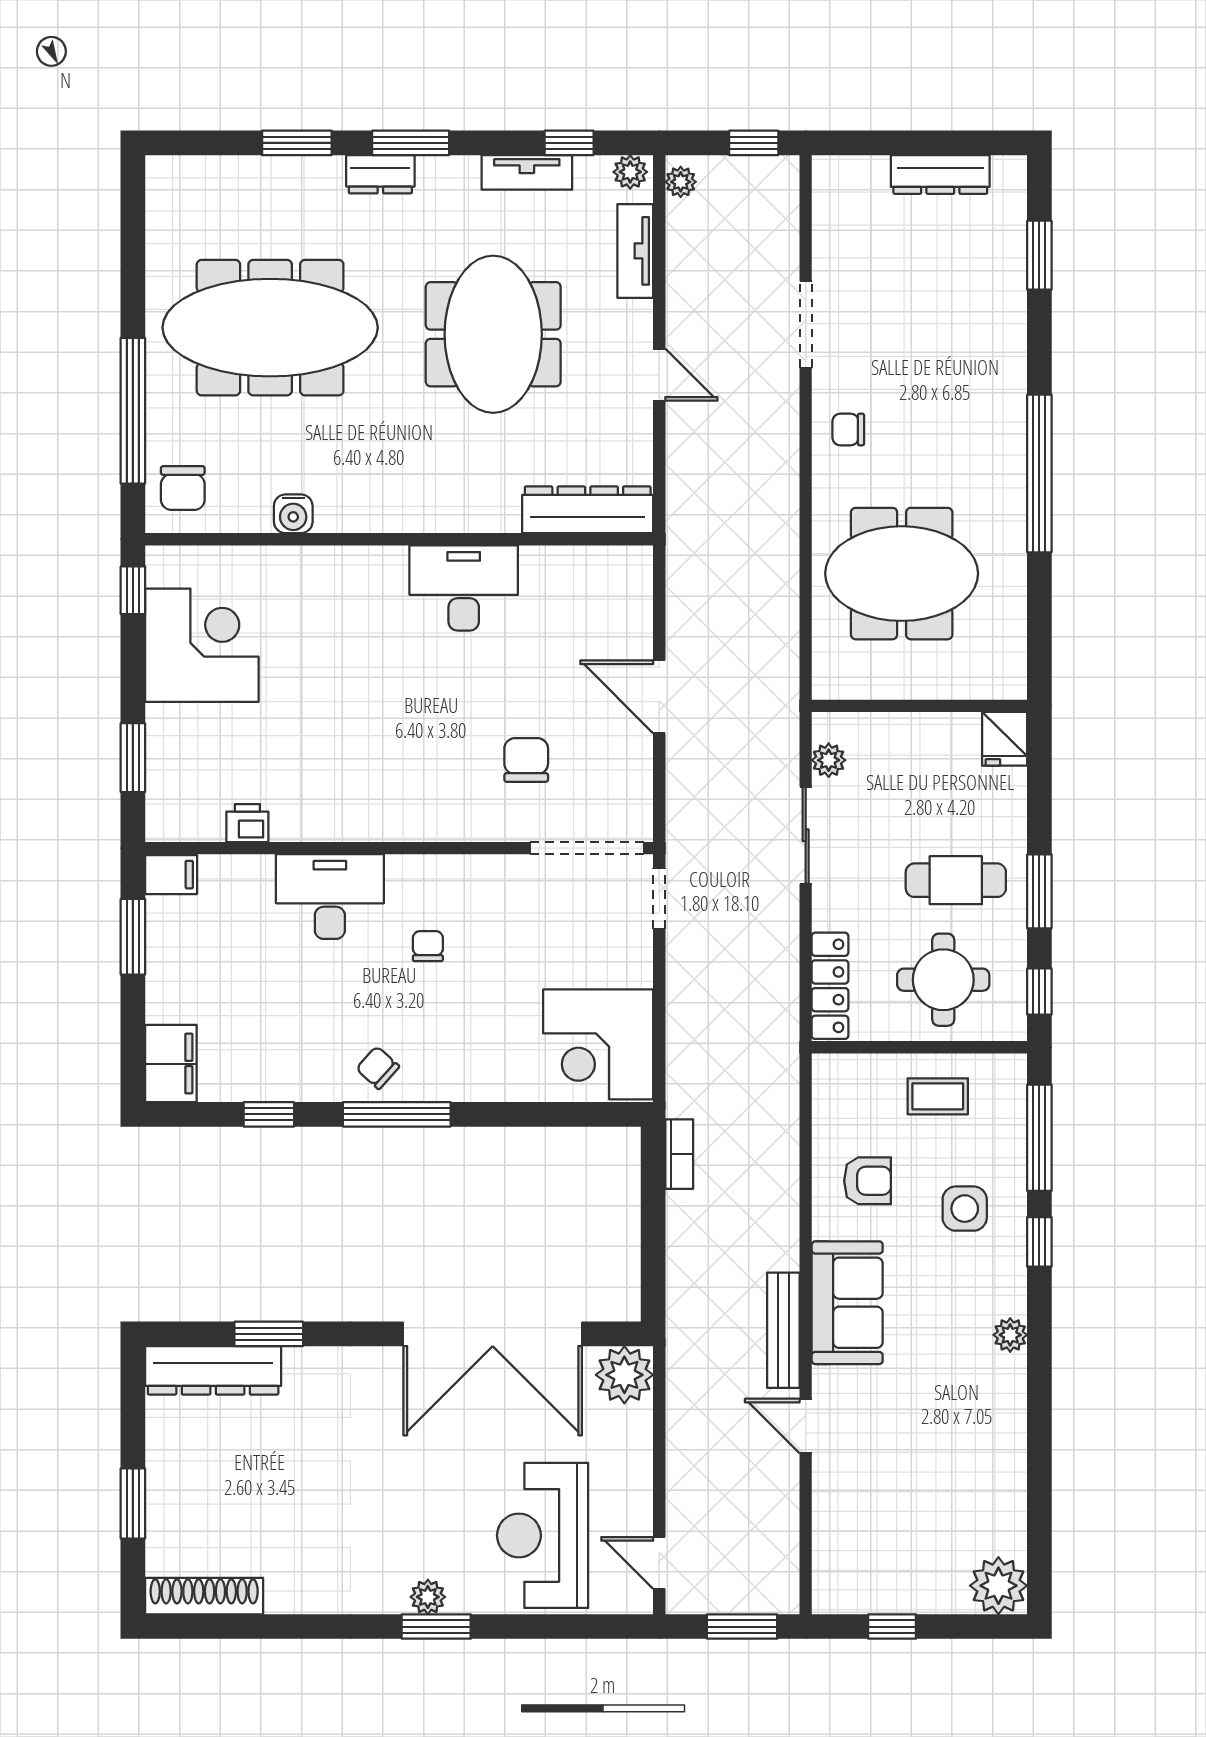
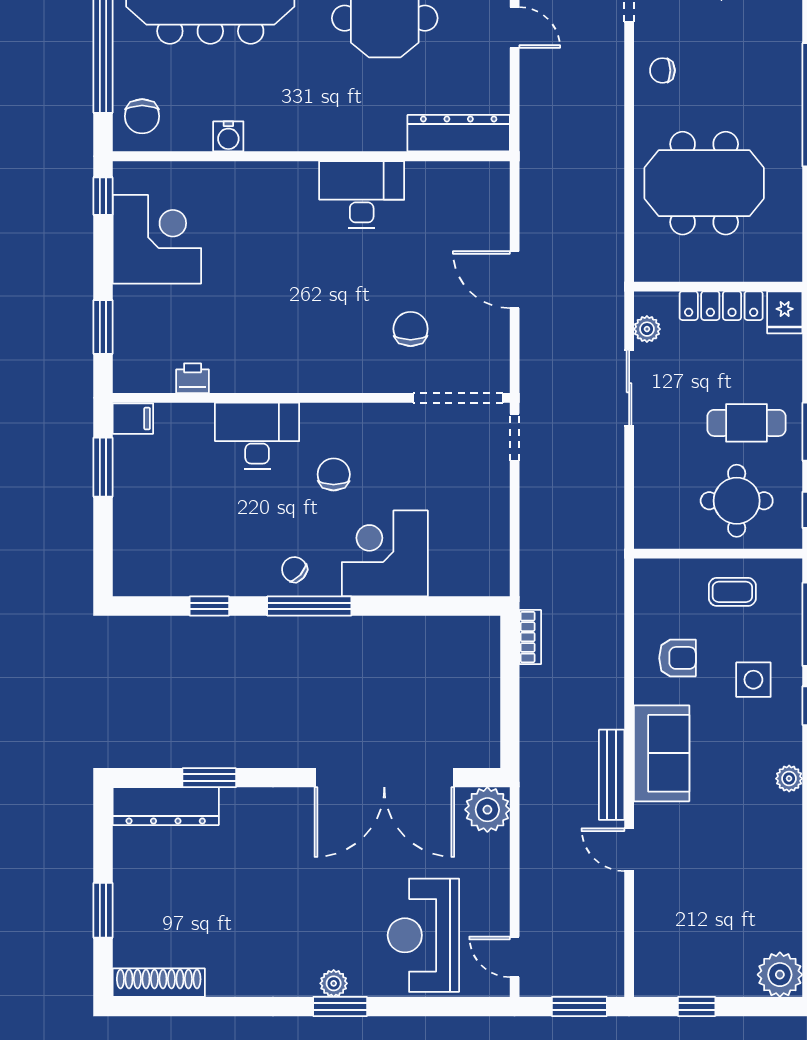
chair: (428, 946) -> (334, 474), width x1.37, depth x1.37
locker: (830, 986) -> (721, 306), moved, turned 90
corner desk: (598, 1044) -> (385, 553), moved, turned 90
filing cabinet: (171, 1064) -> (133, 566), removed

